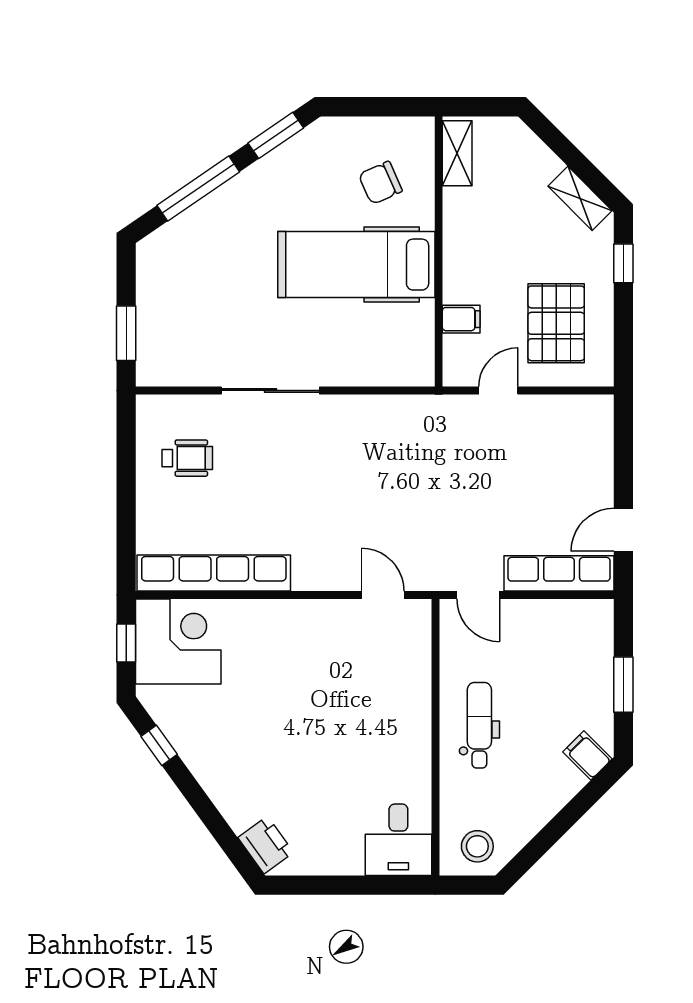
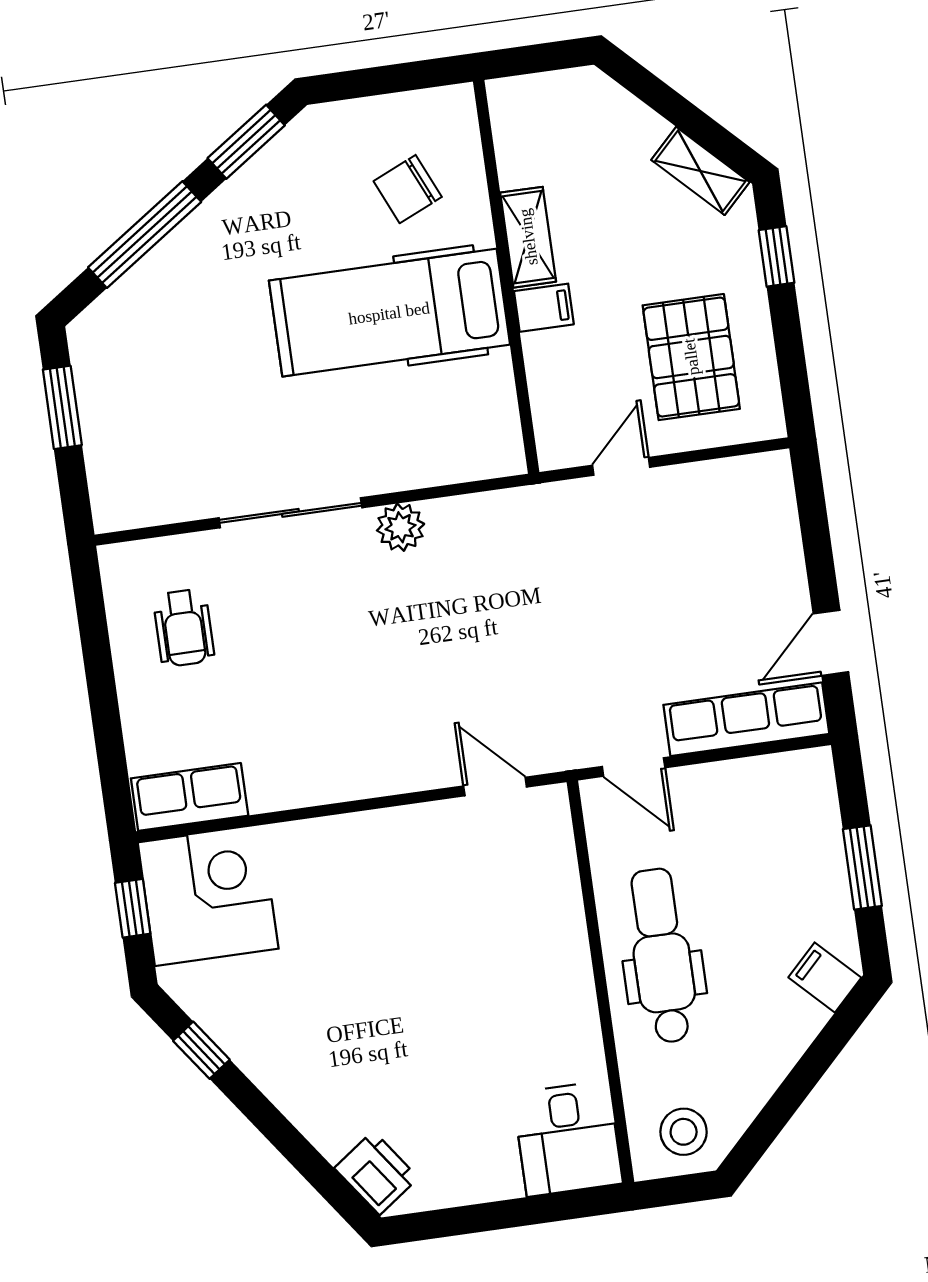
shelving: (457, 153) -> (528, 237), moved
filing cabinet: (461, 319) -> (544, 308), moved
window: (126, 333) -> (62, 407), moved
plant: (343, 411) -> (401, 527), added
wheelchair: (187, 458) -> (184, 628), turned 90
row of seats: (214, 573) -> (190, 797), width x0.50
dental chair: (479, 725) -> (662, 956), width x1.36, depth x1.38

